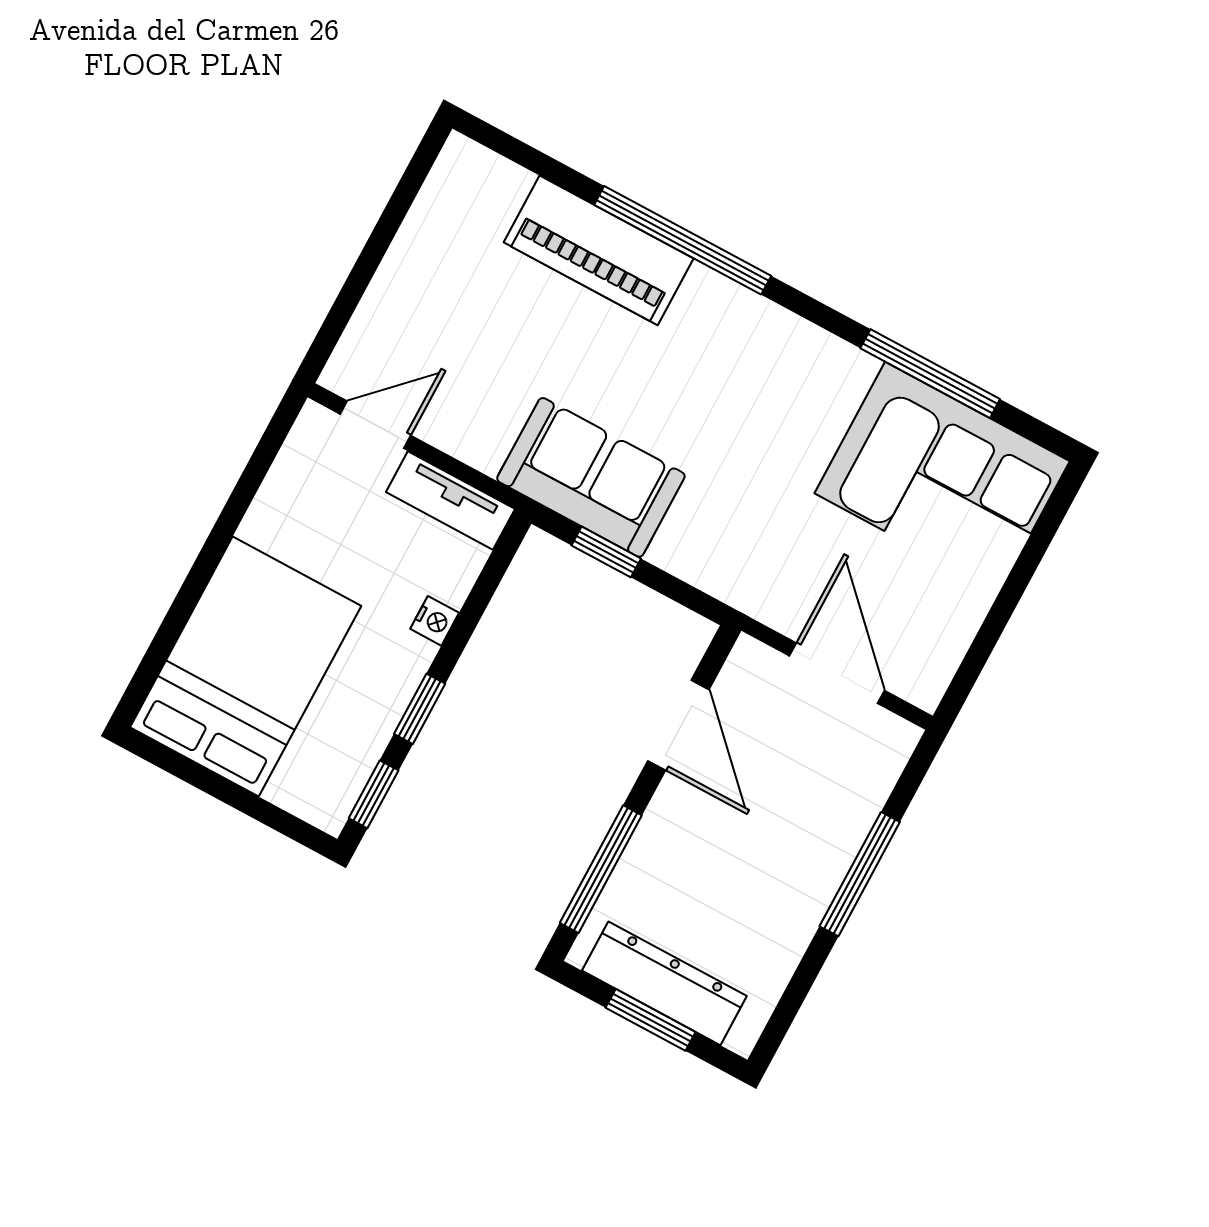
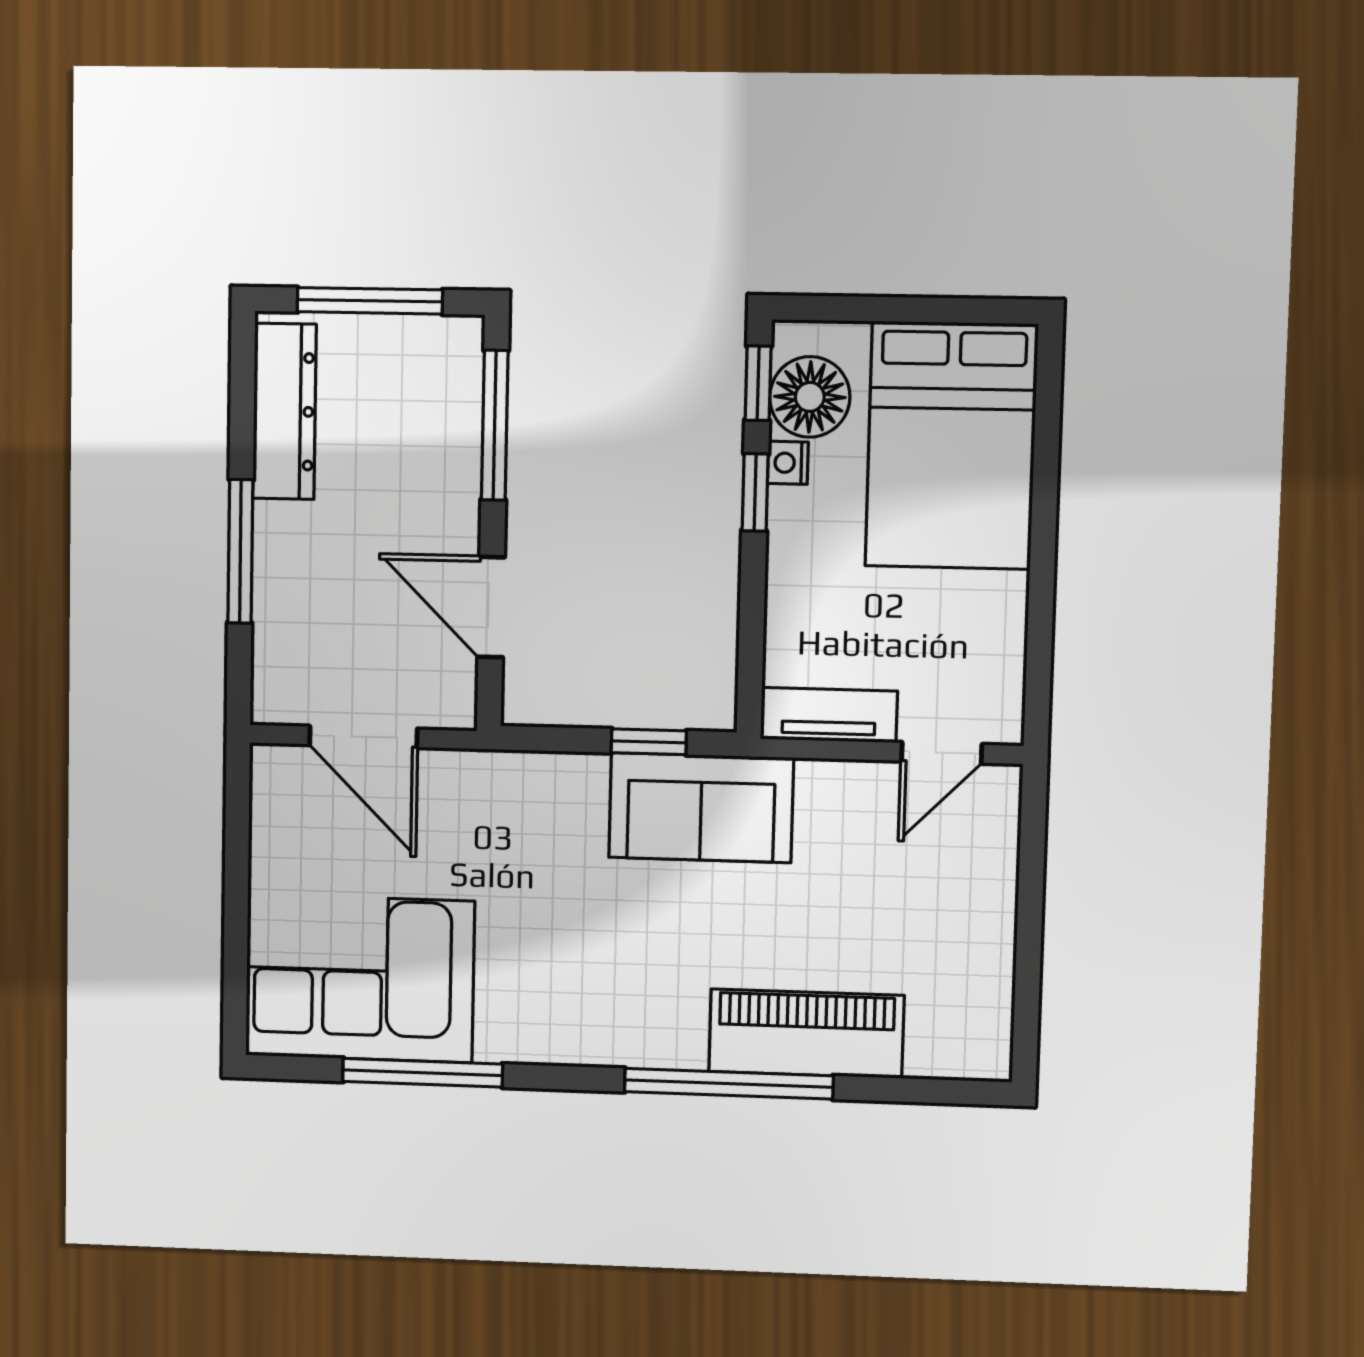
nightstand: (435, 621) -> (788, 463), moved
floor lamp: (338, 762) -> (810, 397), added
dresser: (664, 983) -> (284, 411), moved, turned -90
window: (651, 1020) -> (370, 301), width x1.44

